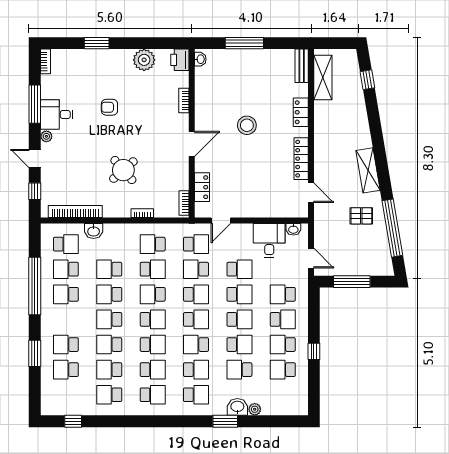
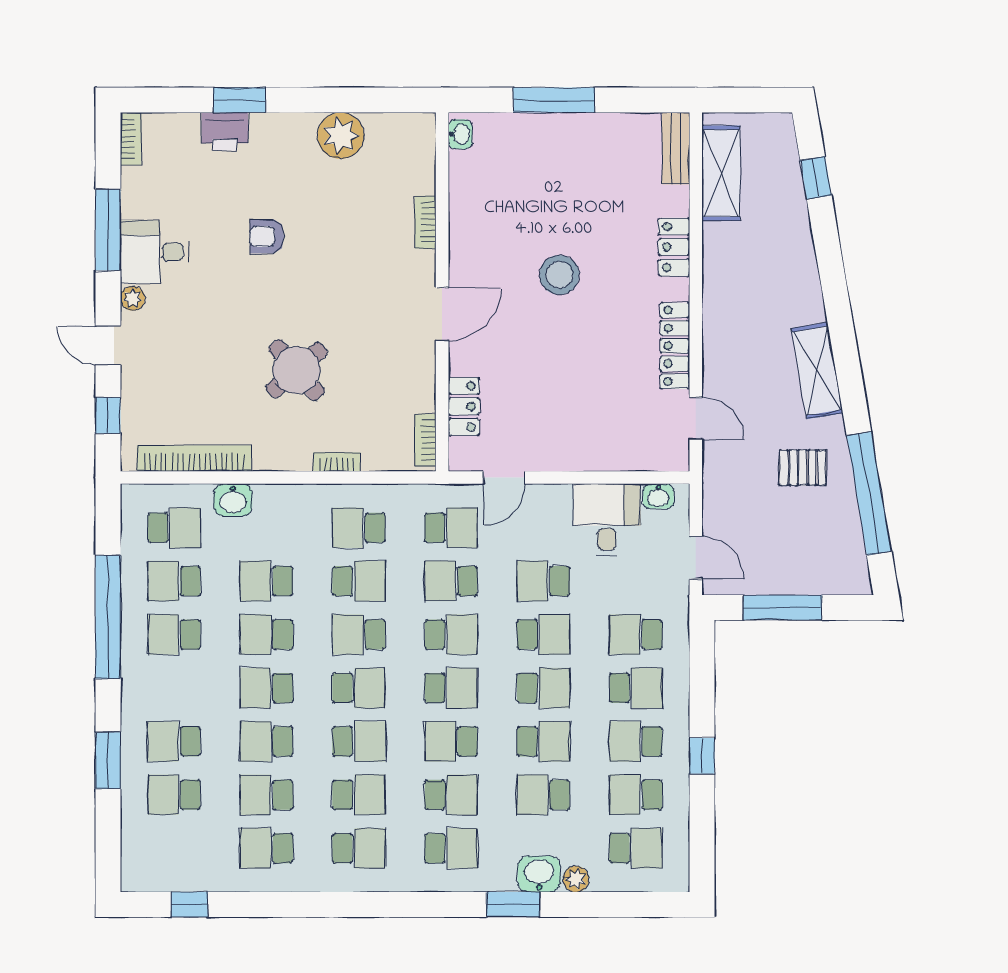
printer: (180, 60) -> (225, 132), moved, turned -90
school desk: (239, 269) -> (543, 581), turned 180
school desk: (283, 395) -> (636, 848), added

